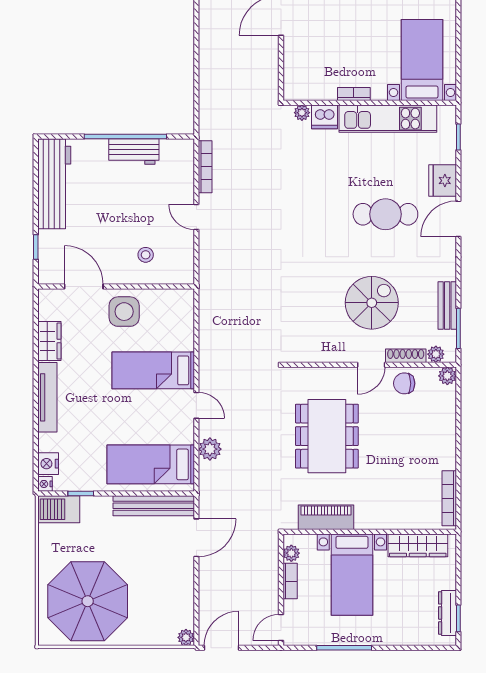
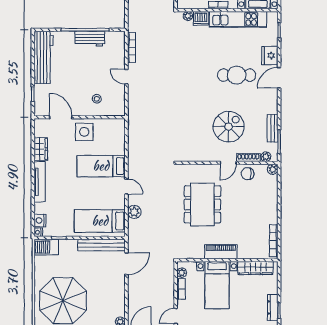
piano: (326, 517) -> (221, 252), moved

